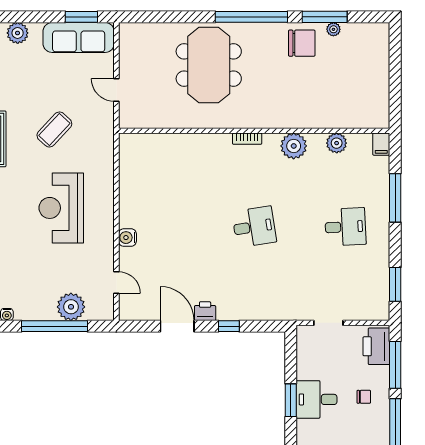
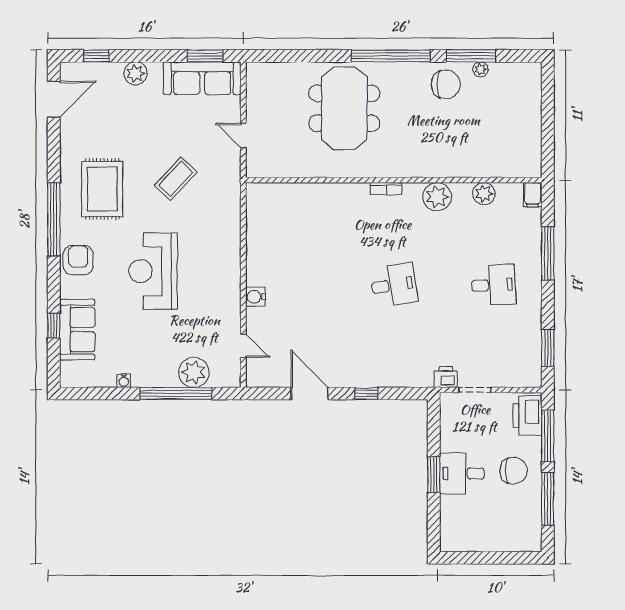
reception desk: (61, 208) -> (153, 271), moved
printer: (205, 311) -> (446, 377), moved
chair: (364, 397) -> (514, 471), width x1.87, depth x1.87

